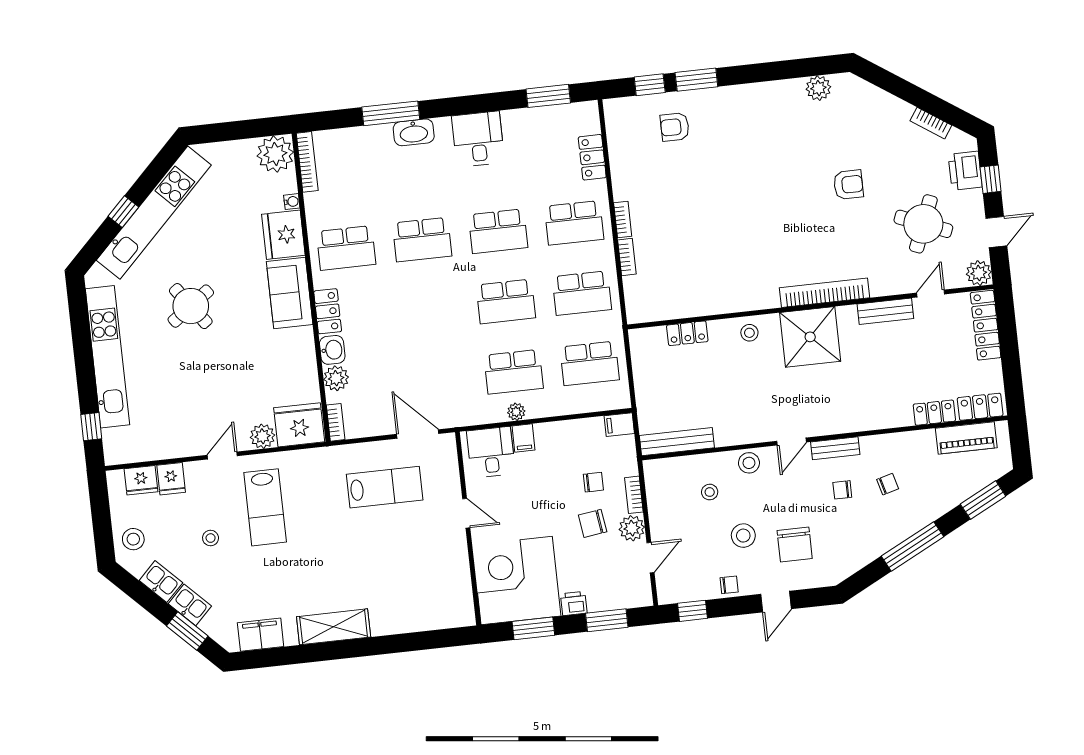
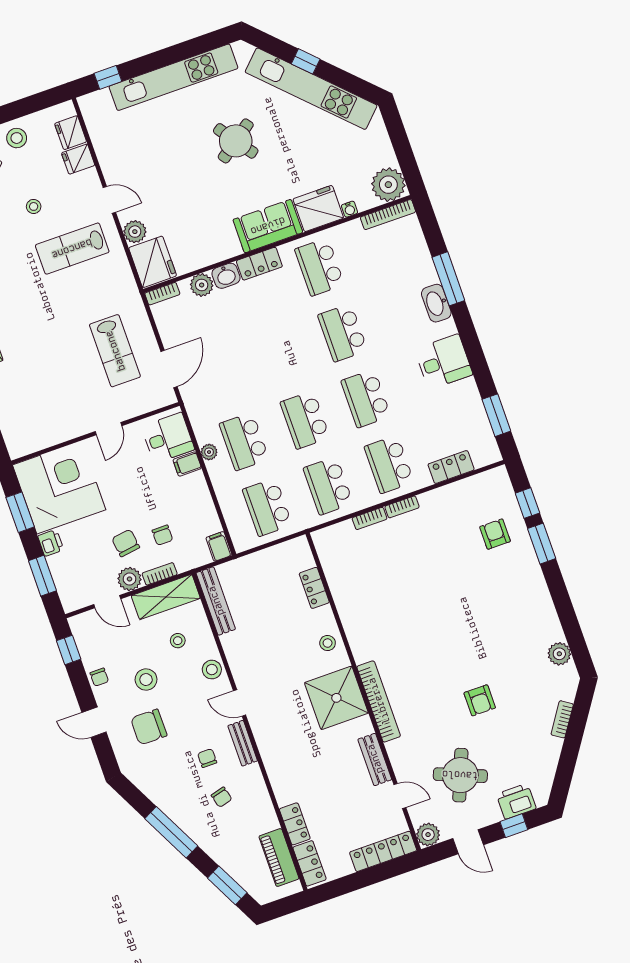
bookcase: (931, 123) -> (562, 719), moved
shelving: (660, 494) -> (166, 597), added

